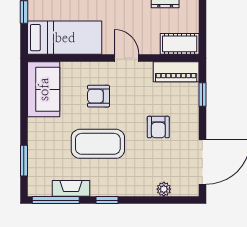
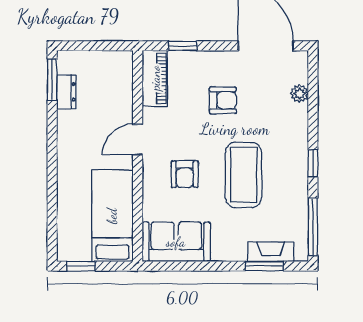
cot: (180, 44) -> (120, 74), removed
fireplace: (71, 188) -> (271, 252), moved, turned 90

